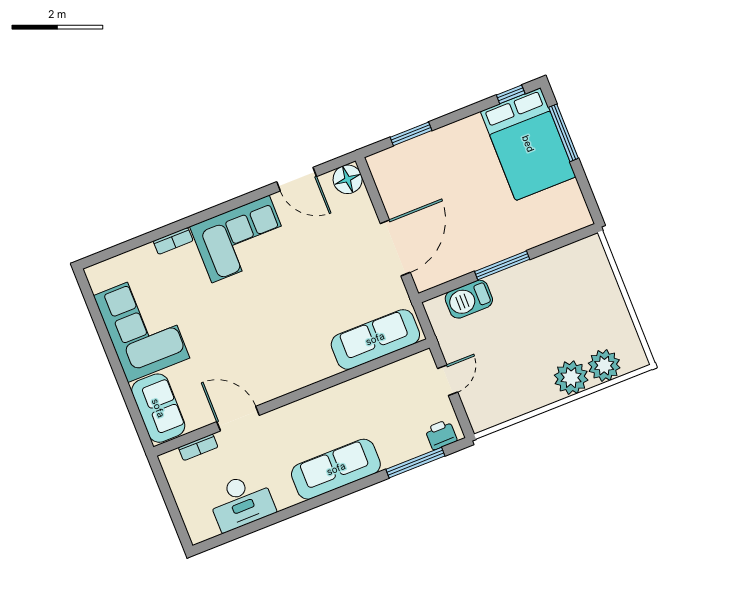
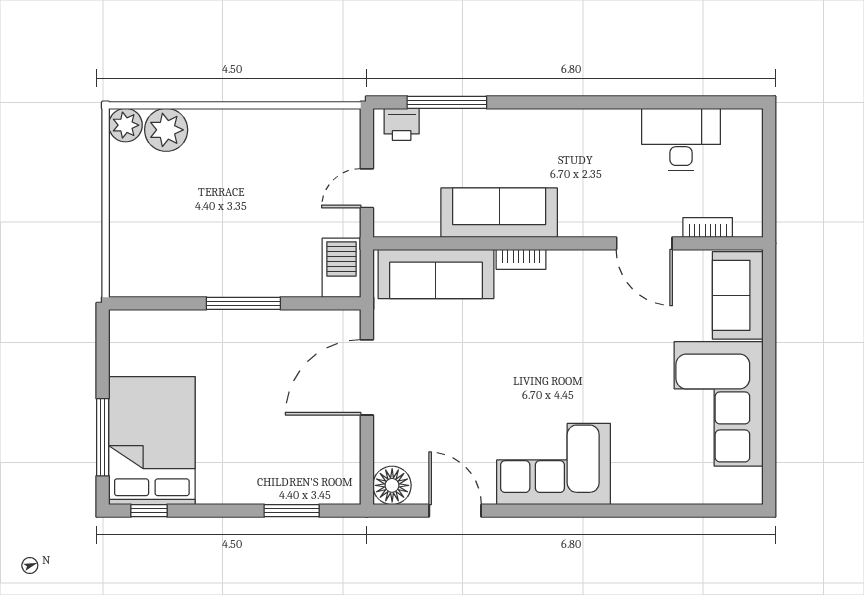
bookcase: (173, 241) -> (521, 259), moved, turned 180
barbecue: (469, 299) -> (342, 268), moved, turned -90
plant: (571, 378) -> (125, 125), moved, width x0.73, depth x0.73
sofa: (336, 469) -> (499, 213), moved, turned 180

